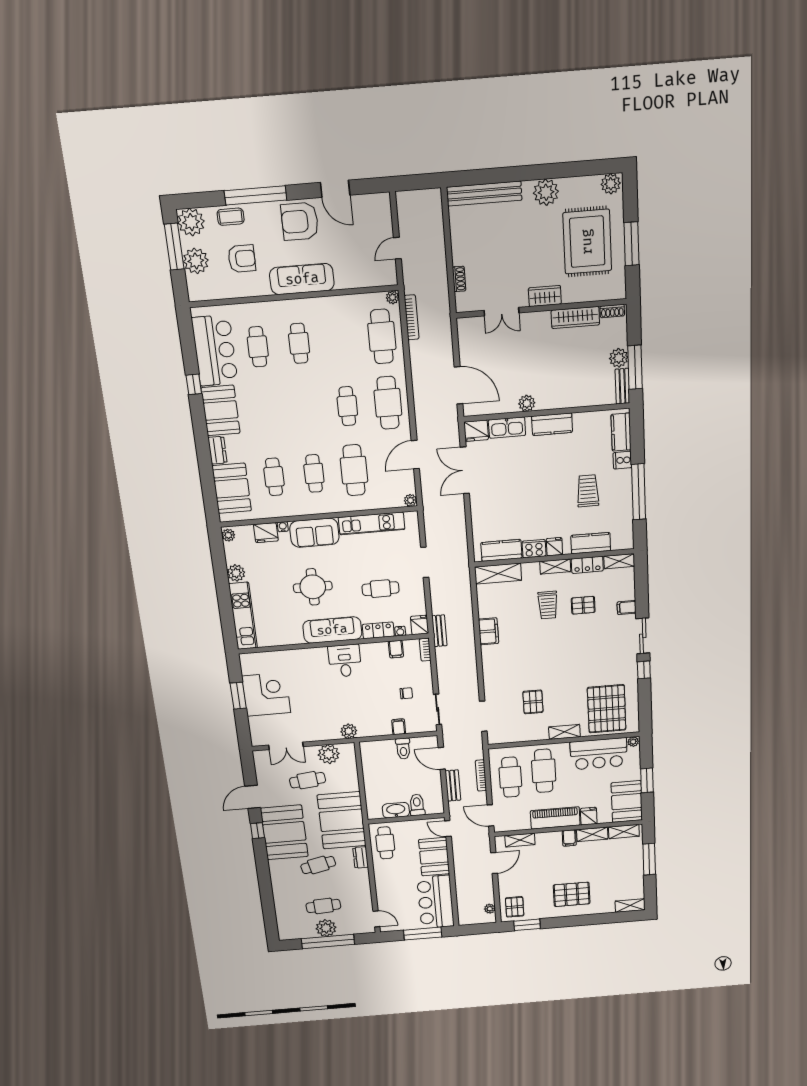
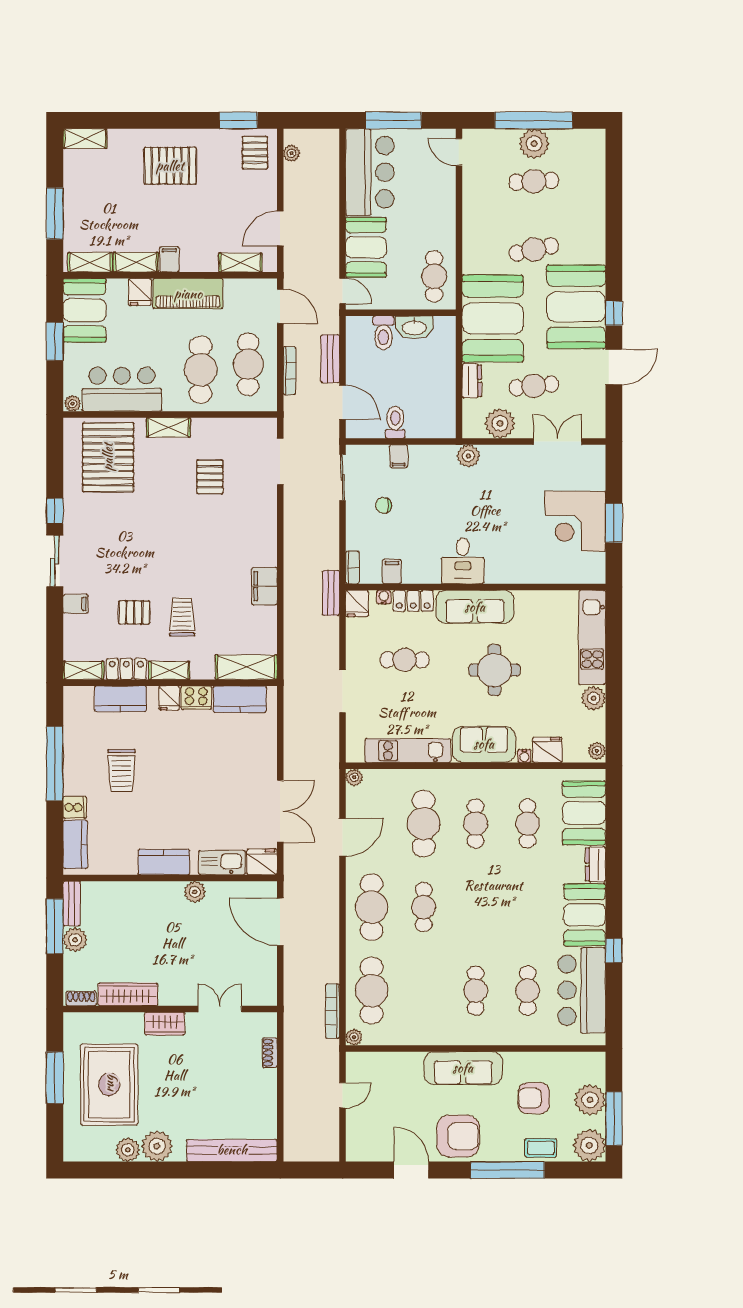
plant: (611, 184) -> (128, 1150), moved
dresser: (361, 857) -> (472, 381), moved

